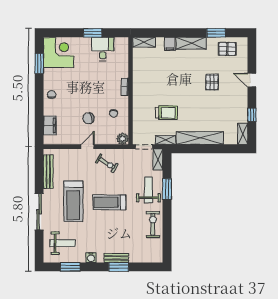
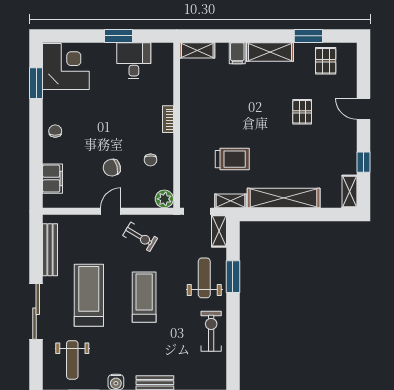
pallet: (227, 49) -> (326, 61), turned 90
treadmill: (73, 201) -> (89, 295), turned 180
treadmill: (109, 202) -> (144, 297), turned 90
weight bench: (63, 243) -> (72, 360), turned 90

